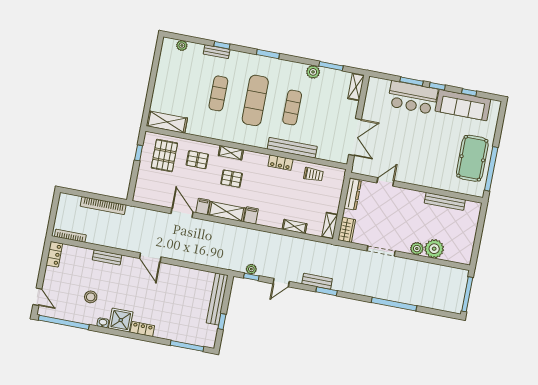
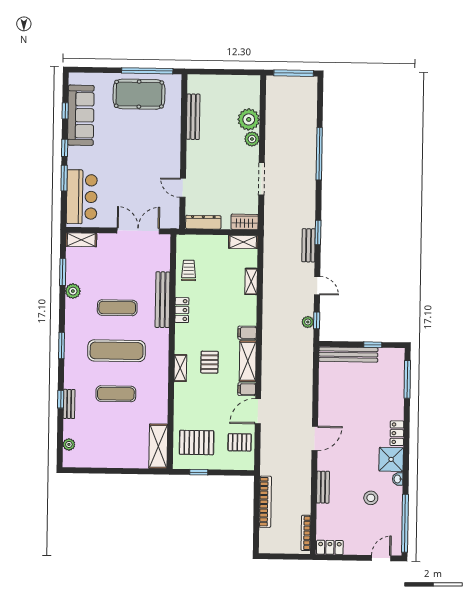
bar counter: (413, 97) -> (82, 197), moved
pallet: (197, 160) -> (240, 442), moved, turned 90

